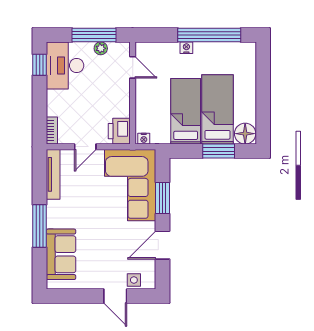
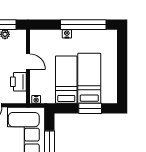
door: (133, 67) -> (28, 62), moved
printer: (119, 131) -> (18, 82), moved
floor lamp: (245, 134) -> (109, 96), removed

